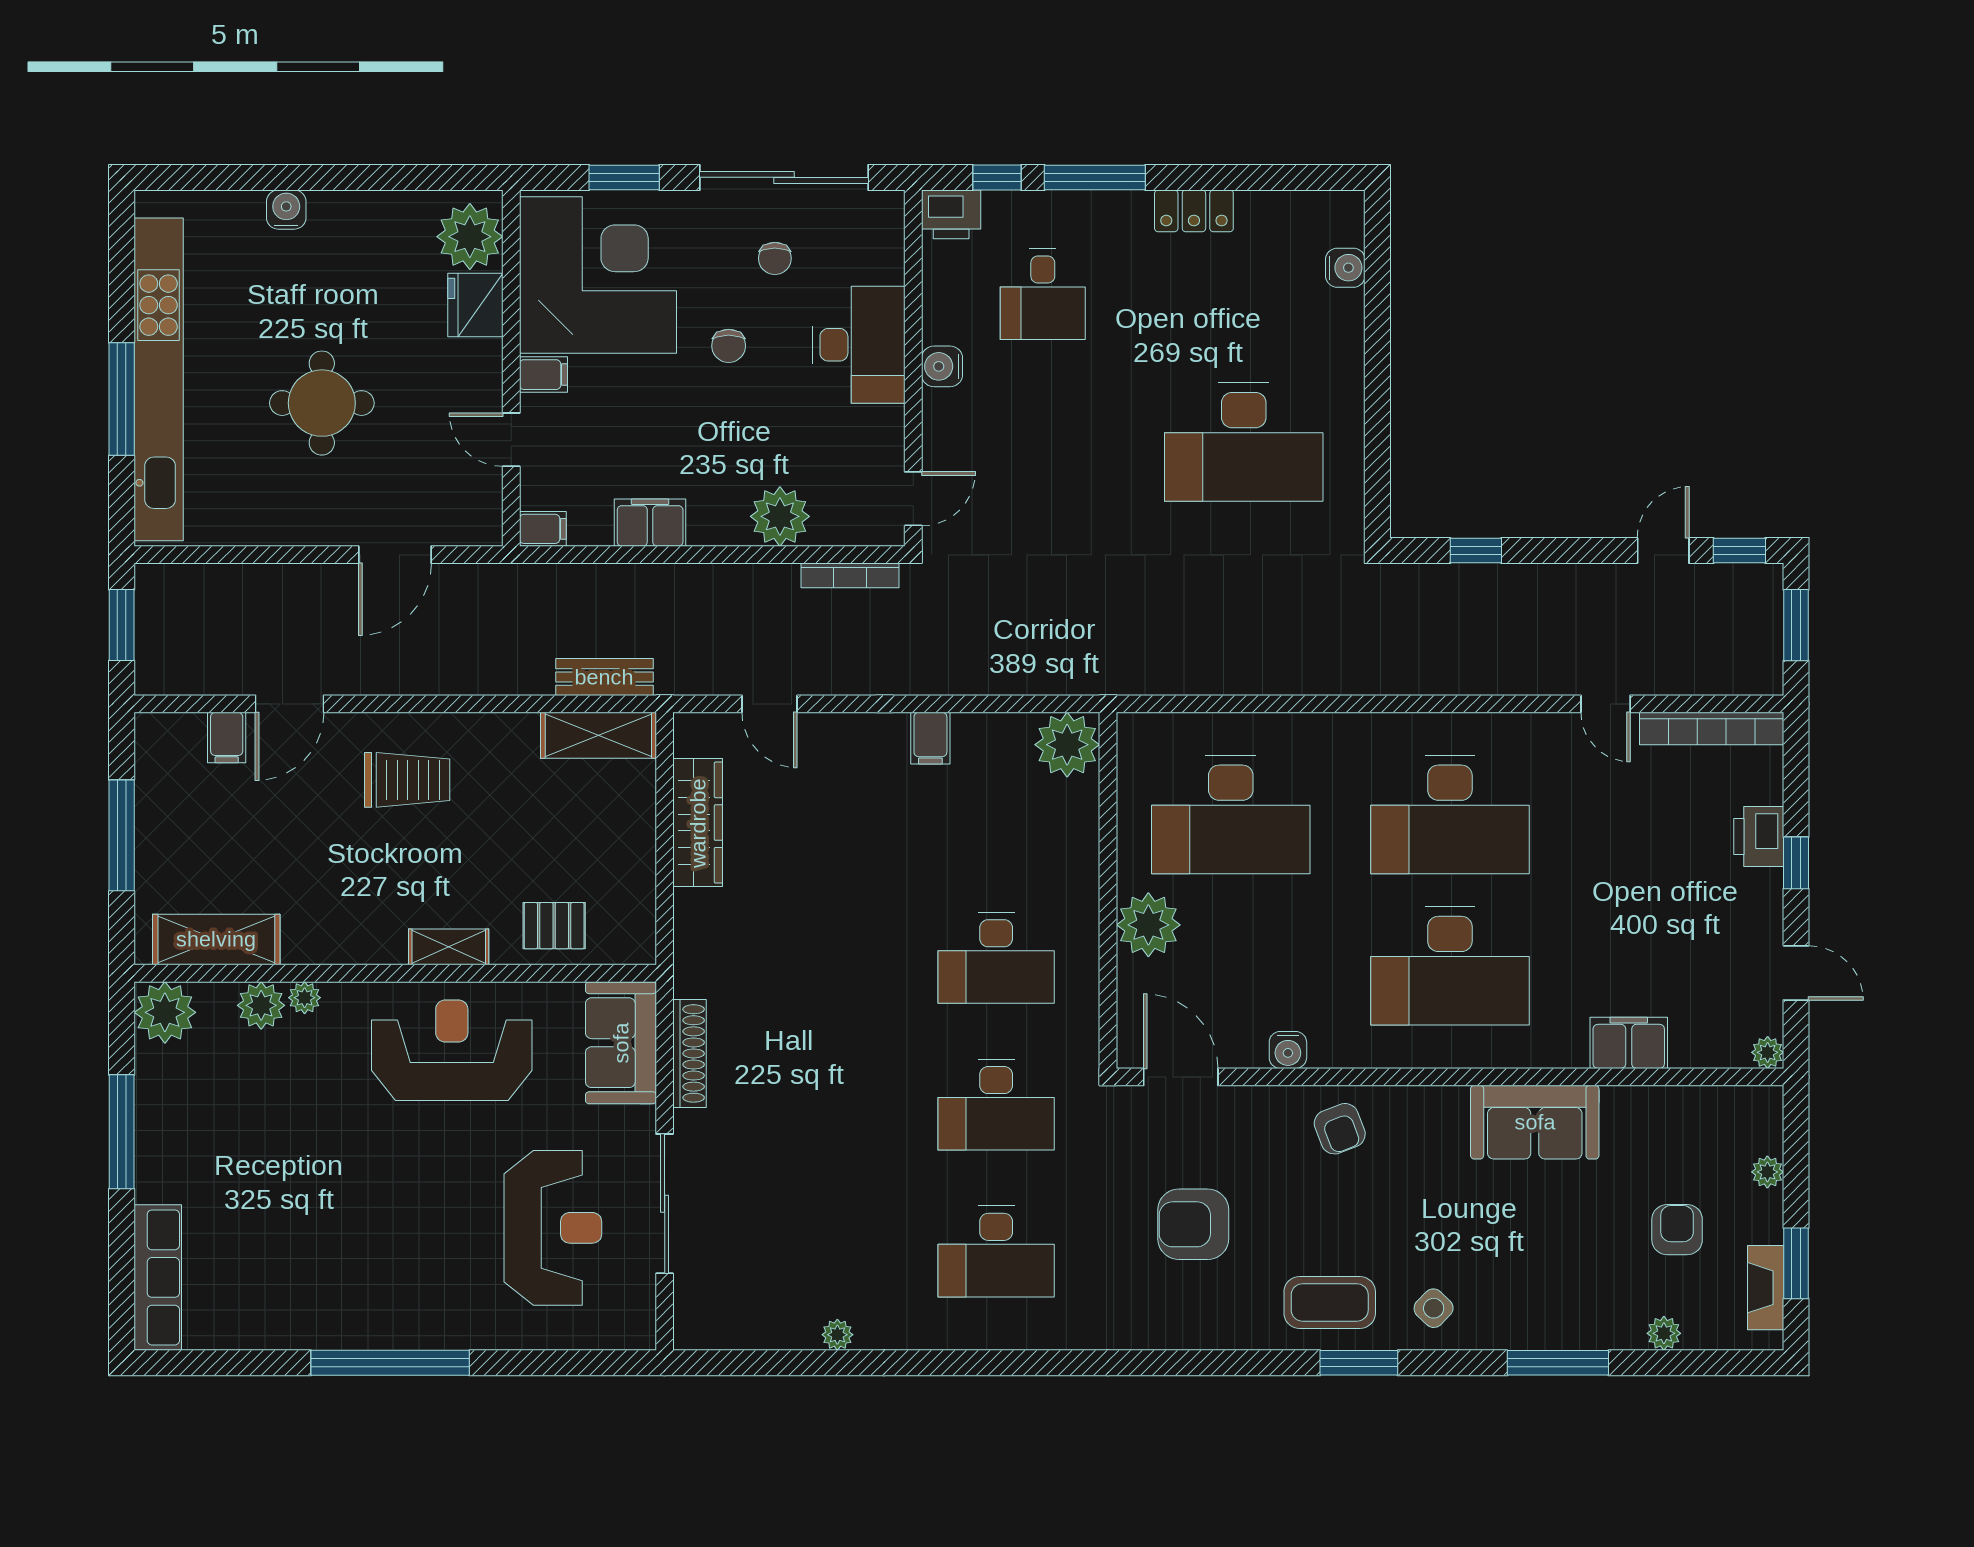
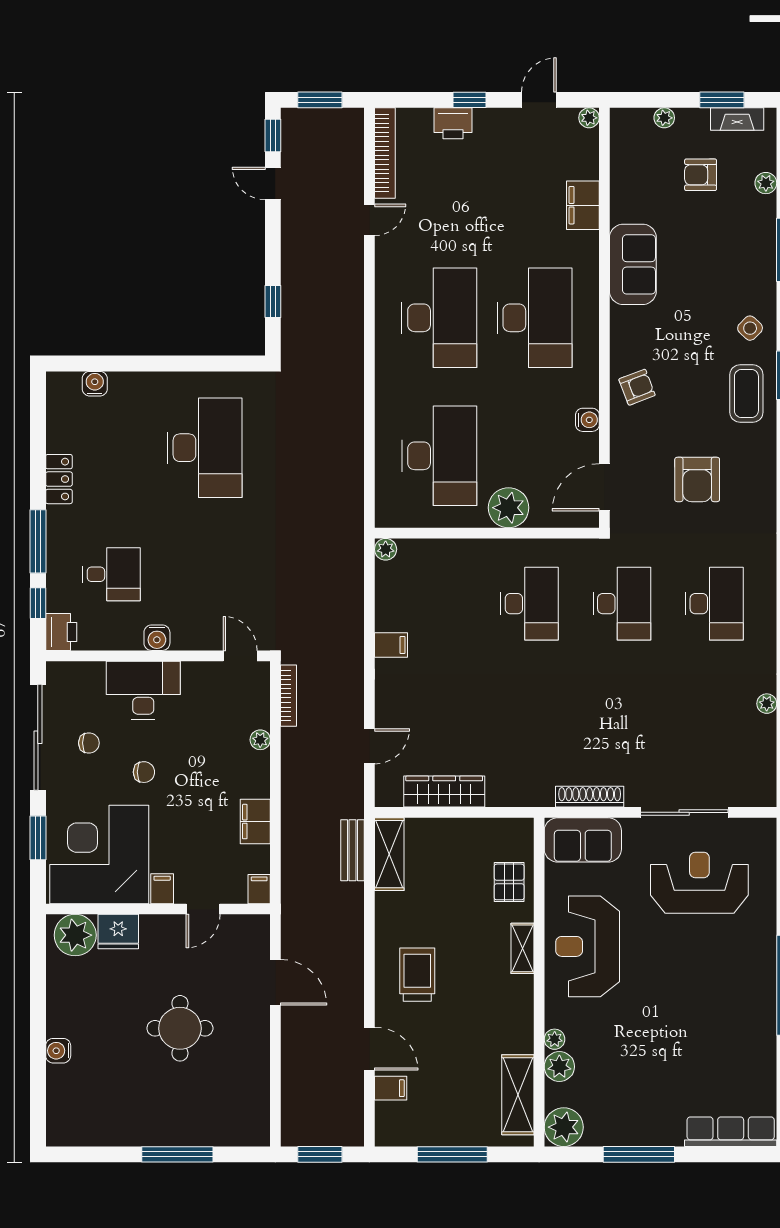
kitchen unit: (159, 379) -> (165, 1131), removed
plant: (780, 516) -> (260, 740), width x0.53, depth x0.53
plant: (1067, 745) -> (386, 549), width x0.53, depth x0.53

